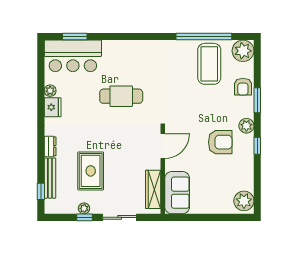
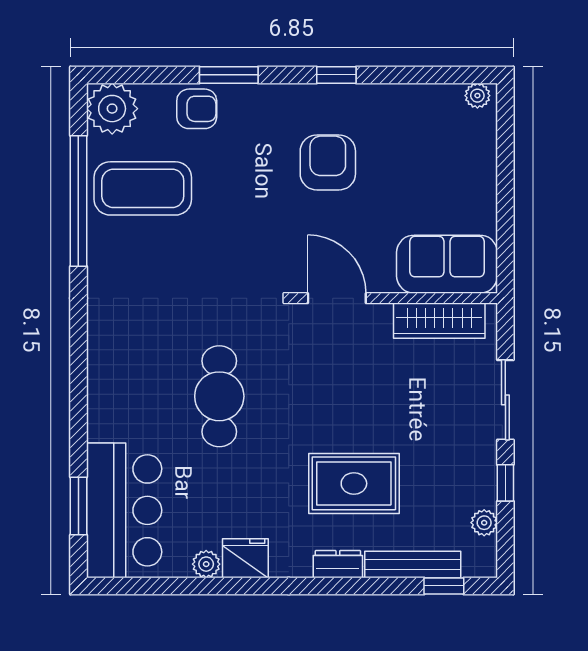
plant: (246, 126) -> (289, 101), removed
rug: (91, 171) -> (354, 483), moved
plant: (244, 201) -> (477, 96), width x0.53, depth x0.53
plant: (84, 208) -> (484, 523), moved

